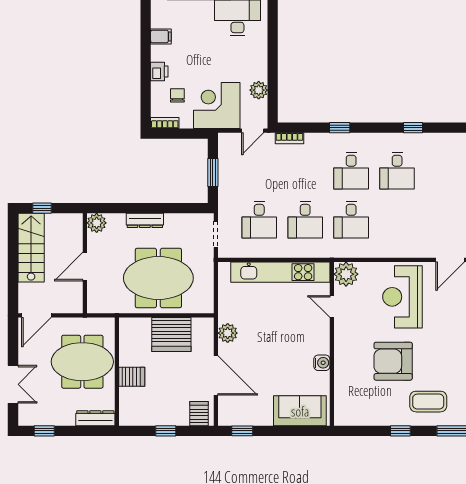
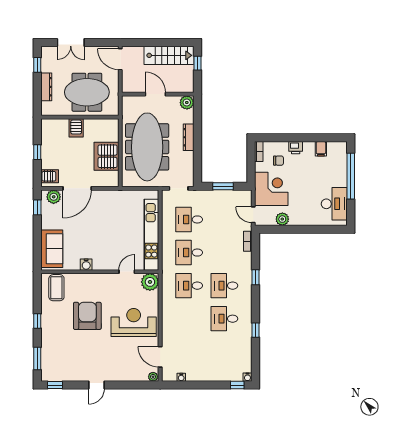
meeting table: (158, 278) -> (147, 147), width x1.36
plant: (228, 333) -> (54, 197), moved
meeting table: (82, 362) -> (87, 92), turned 90
coffee table: (428, 402) -> (56, 288), moved
dresser: (95, 418) -> (46, 87), moved

